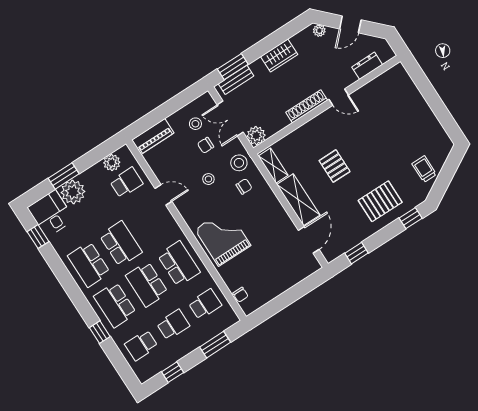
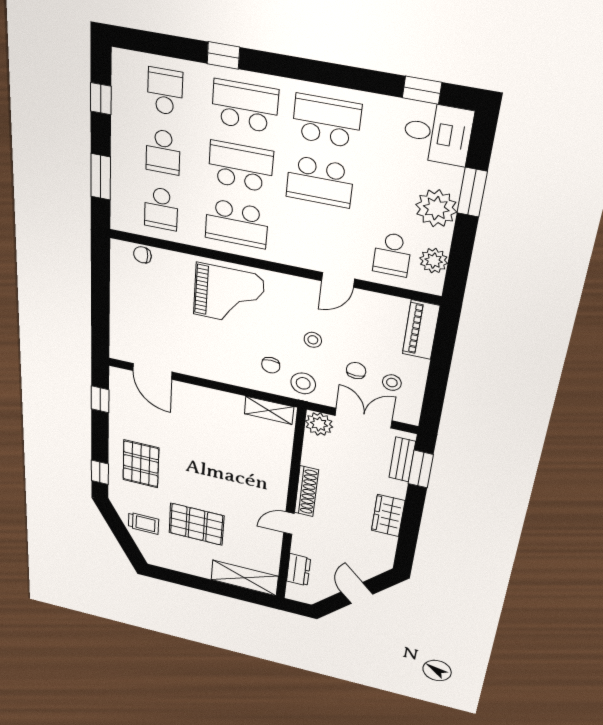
plant: (319, 31) -> (378, 567), removed
pallet: (335, 166) -> (196, 524), moved, width x1.50, depth x1.42
plant: (73, 192) -> (436, 208), moved
shelving: (298, 200) -> (245, 578), moved

